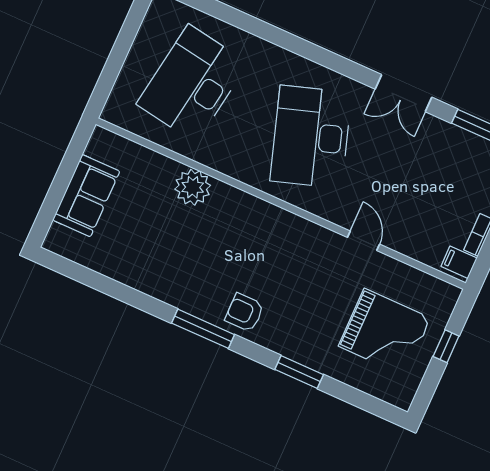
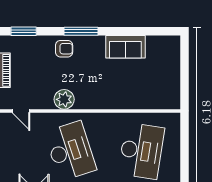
plant: (193, 187) -> (64, 99), moved
sofa: (86, 196) -> (125, 47), moved, turned -90

